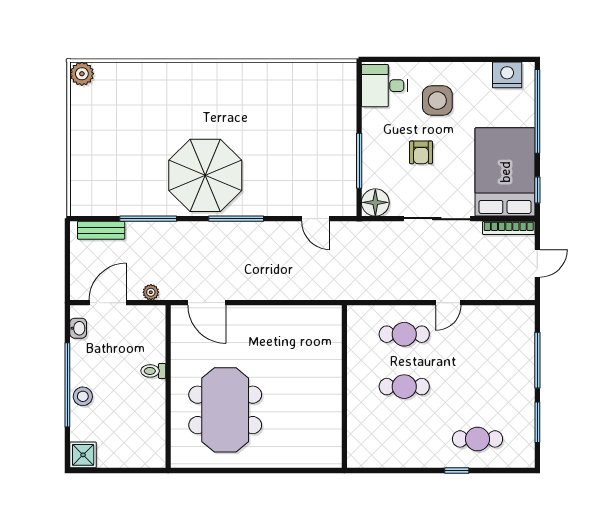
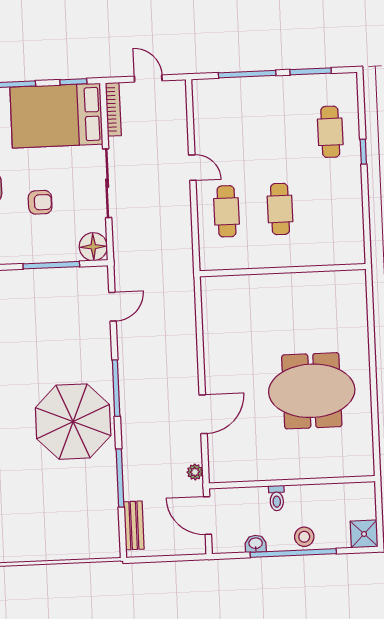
washbasin: (78, 328) -> (256, 544), moved
toilet: (153, 371) -> (277, 498), moved
wall: (168, 387) -> (292, 482), moved

